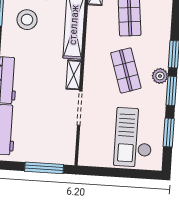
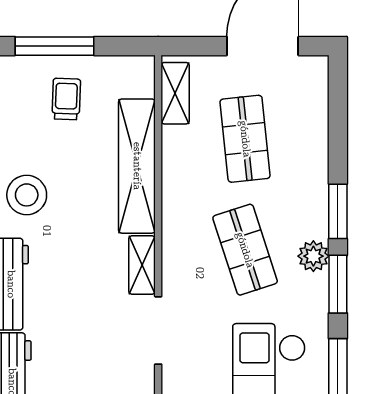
stool: (27, 20) -> (27, 195), moved

